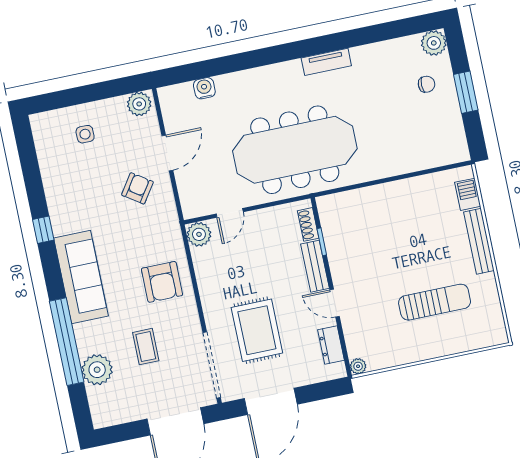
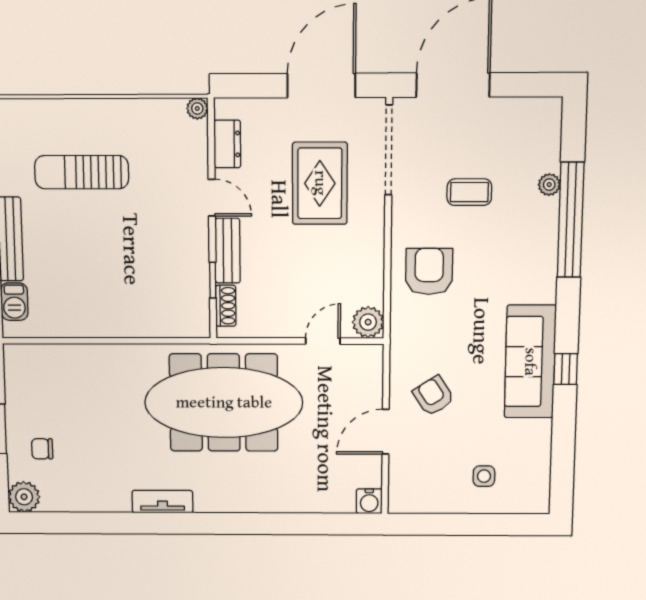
water cooler: (204, 88) -> (369, 501), moved
plant: (139, 104) -> (407, 499), removed
armchair: (137, 188) -> (433, 396), turned 113
sofa: (81, 277) -> (530, 362), moved
coffee table: (146, 347) -> (469, 192), turned 90
plant: (97, 370) -> (549, 185), width x0.53, depth x0.53

